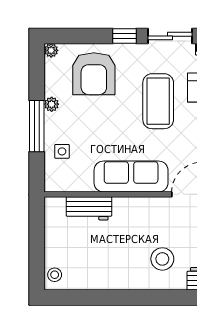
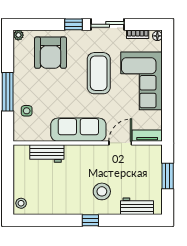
plant: (52, 104) -> (19, 75), removed
window: (147, 297) -> (90, 220), added

